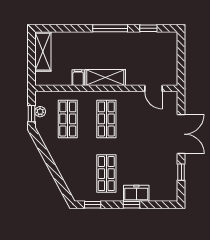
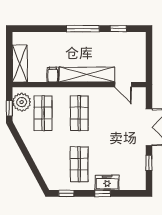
shelving: (43, 52) -> (20, 64), moved
shelving: (105, 78) -> (87, 75), width x1.47
plant: (40, 112) -> (22, 102), width x1.88, depth x1.88

